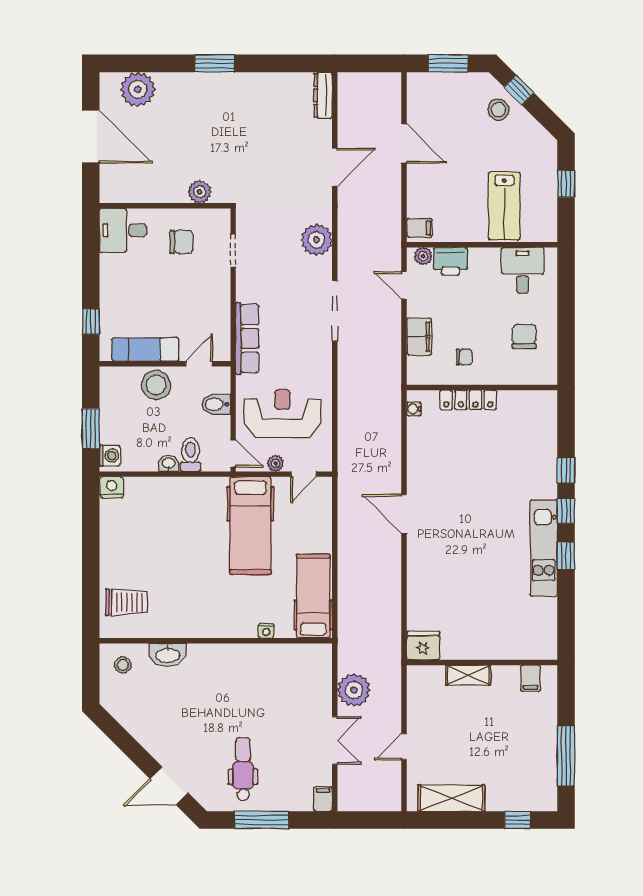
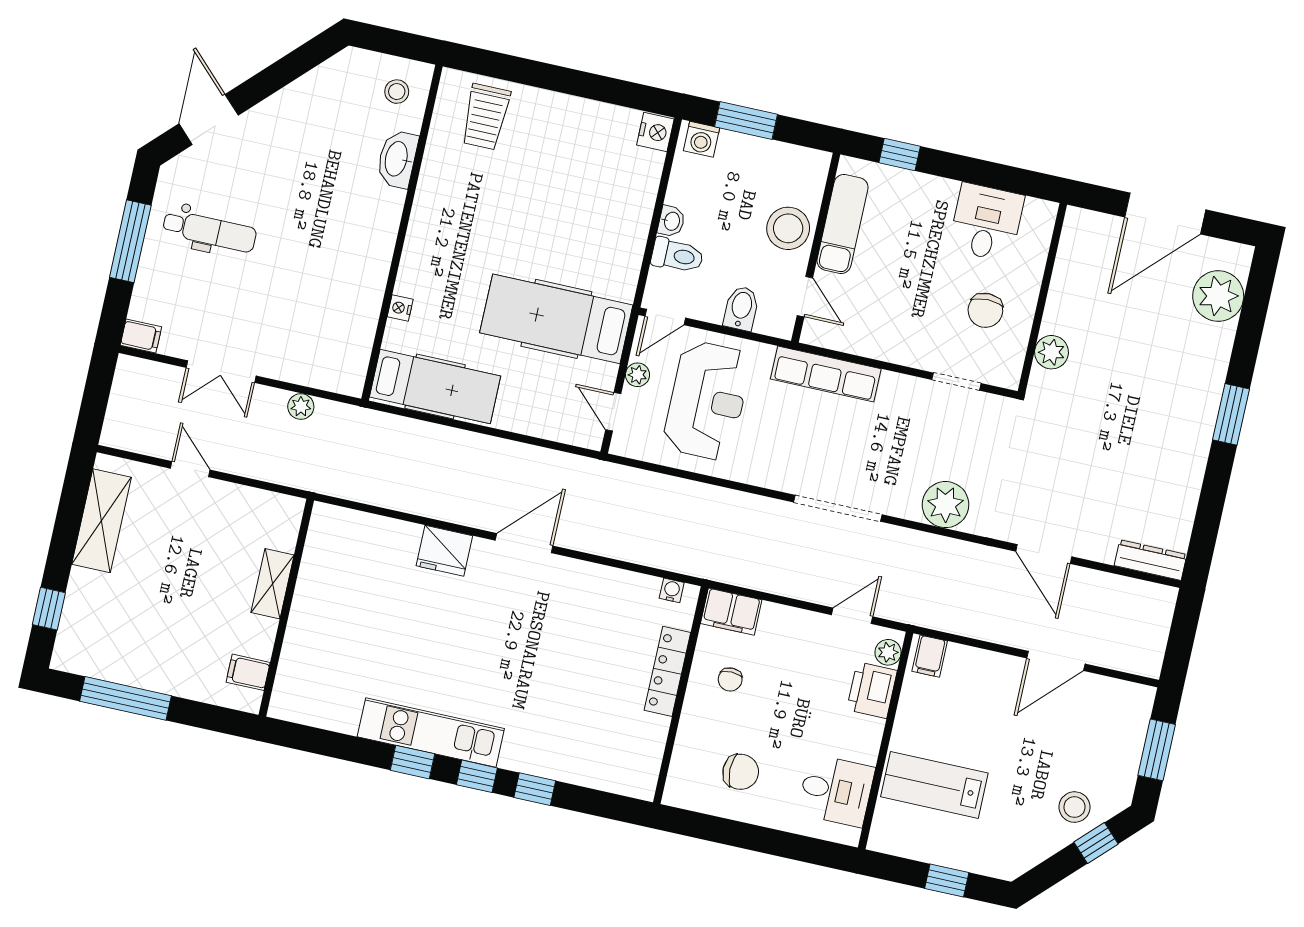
desk: (123, 230) -> (986, 222), moved
filing cabinet: (419, 337) -> (731, 612), moved
fridge: (423, 646) -> (444, 551), moved, turned 90
plant: (354, 690) -> (301, 407), width x0.53, depth x0.53

